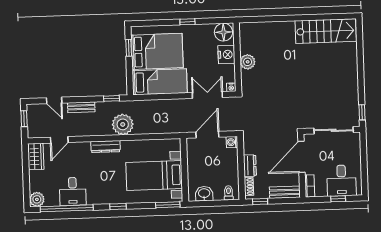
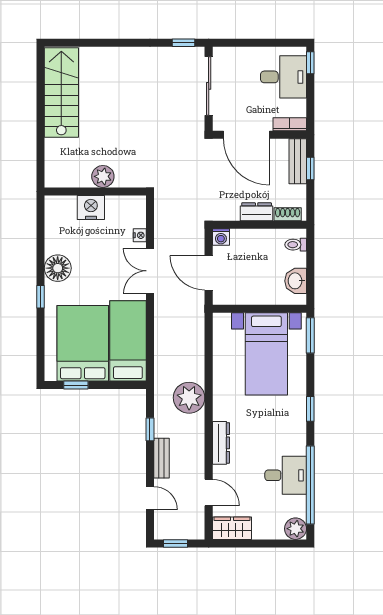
floor lamp: (223, 32) -> (58, 268), moved
nightstand: (226, 54) -> (91, 207), moved
wall: (237, 57) -> (95, 191), moved
plant: (248, 62) -> (103, 176), moved
window: (112, 98) -> (150, 429), moved
door: (54, 100) -> (150, 498), hinge flipped
dresser: (106, 147) -> (221, 443), moved
window: (338, 199) -> (310, 63), moved
window: (260, 202) -> (310, 169), moved

